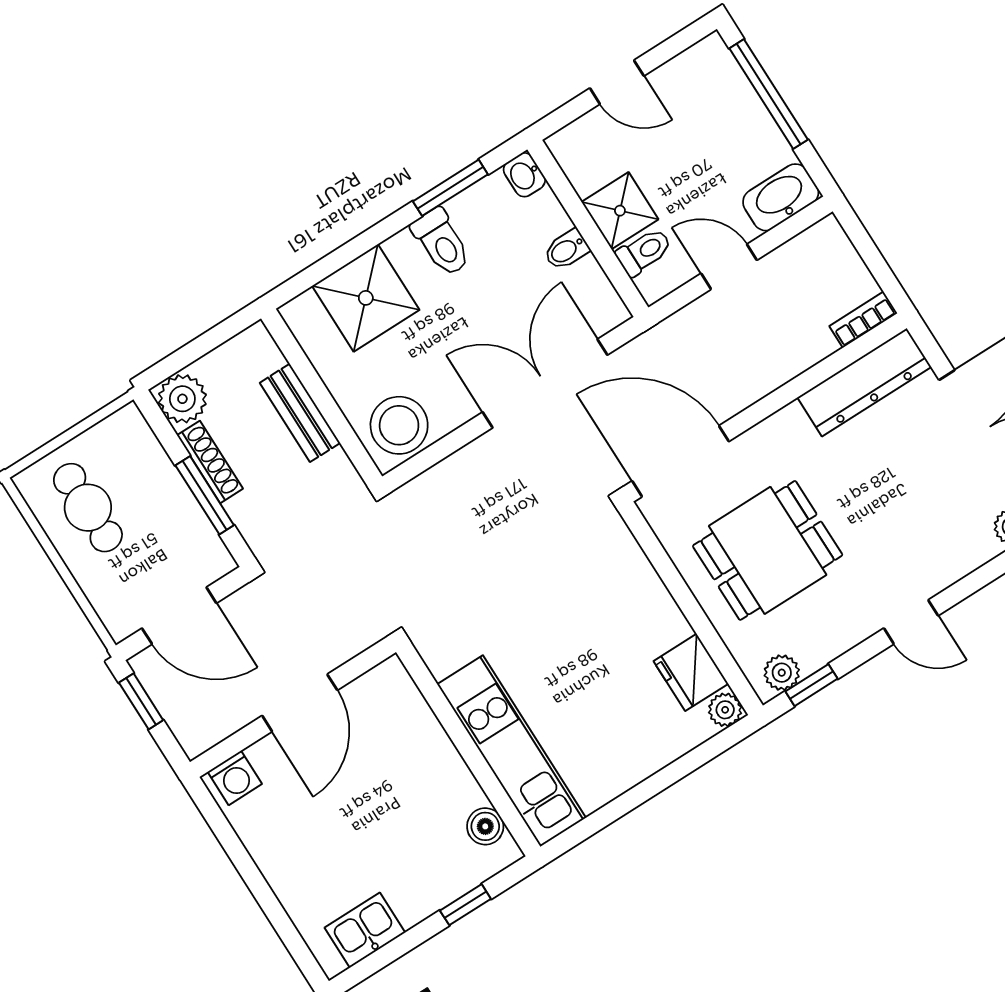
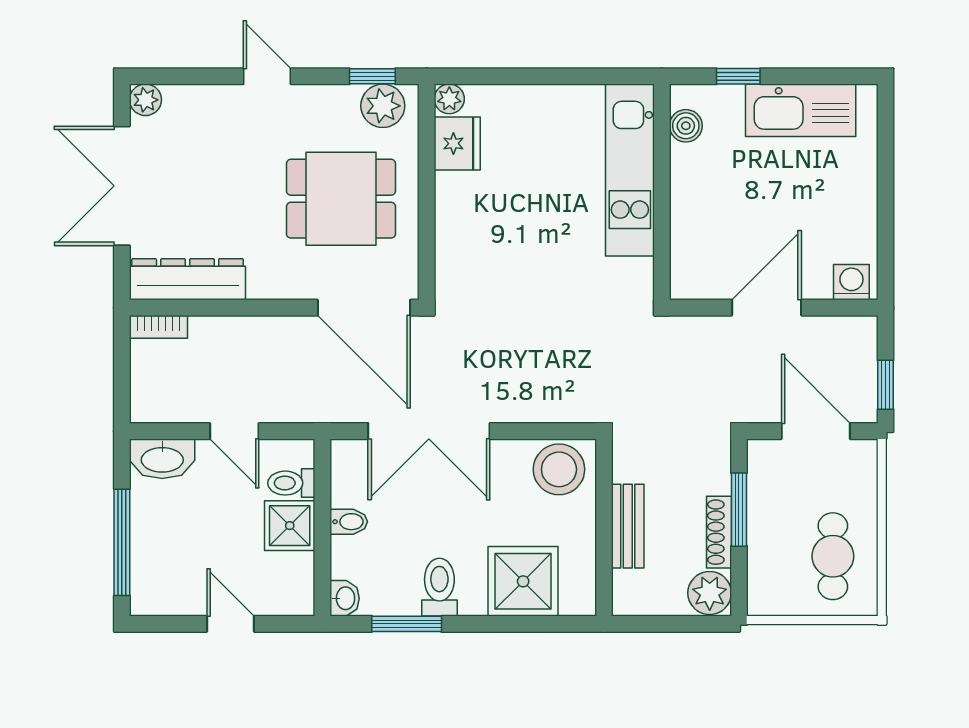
plant: (782, 673) -> (383, 106), width x1.38, depth x1.38
kitchen sink: (365, 930) -> (801, 110), width x1.87, depth x1.24

